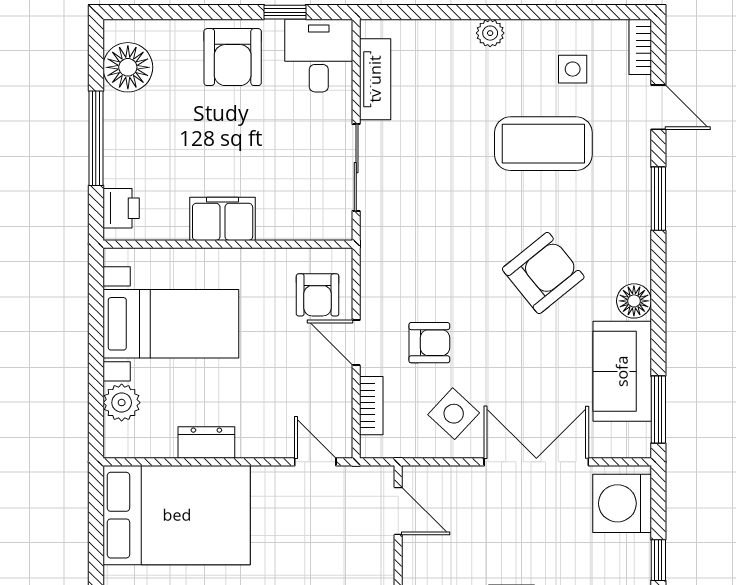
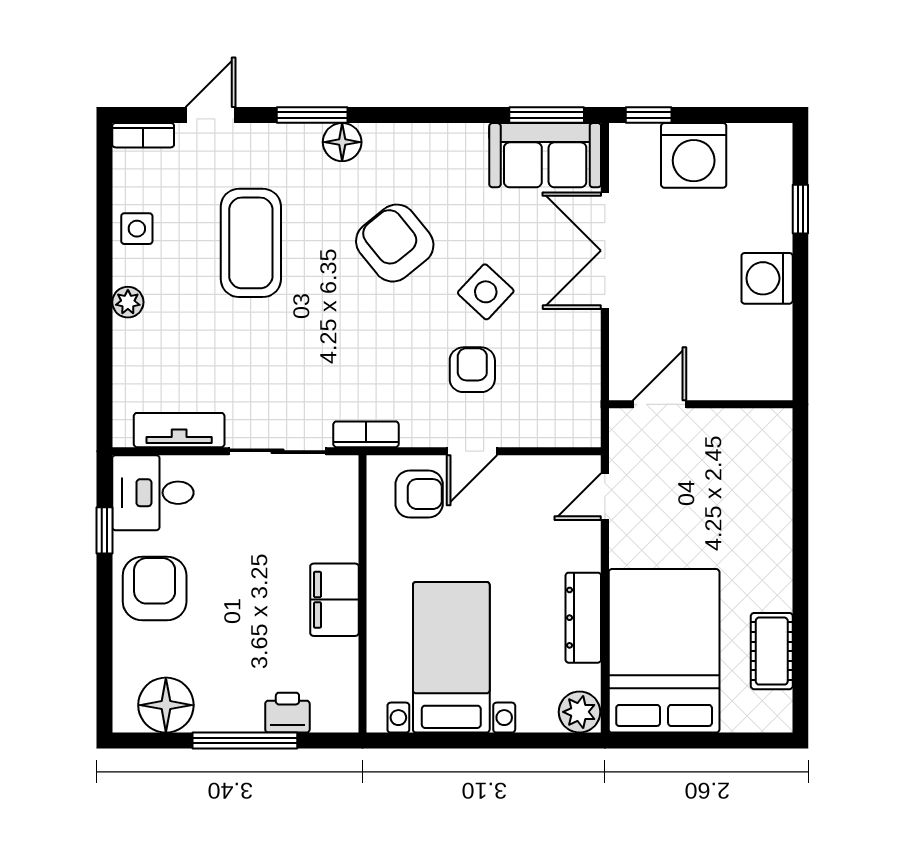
armchair: (233, 57) -> (155, 588), turned -90
side table: (573, 69) -> (137, 229), moved
printer: (121, 208) -> (287, 713), moved
floor lamp: (634, 301) -> (342, 142), moved
sofa: (622, 371) -> (545, 155), moved
plant: (122, 403) -> (580, 712), moved
bookcase: (371, 406) -> (366, 434), moved
side table: (454, 414) -> (486, 292), moved
dresser: (206, 443) -> (583, 618), width x1.44
washing machine: (622, 503) -> (694, 155), moved
window: (658, 560) -> (649, 115), moved

